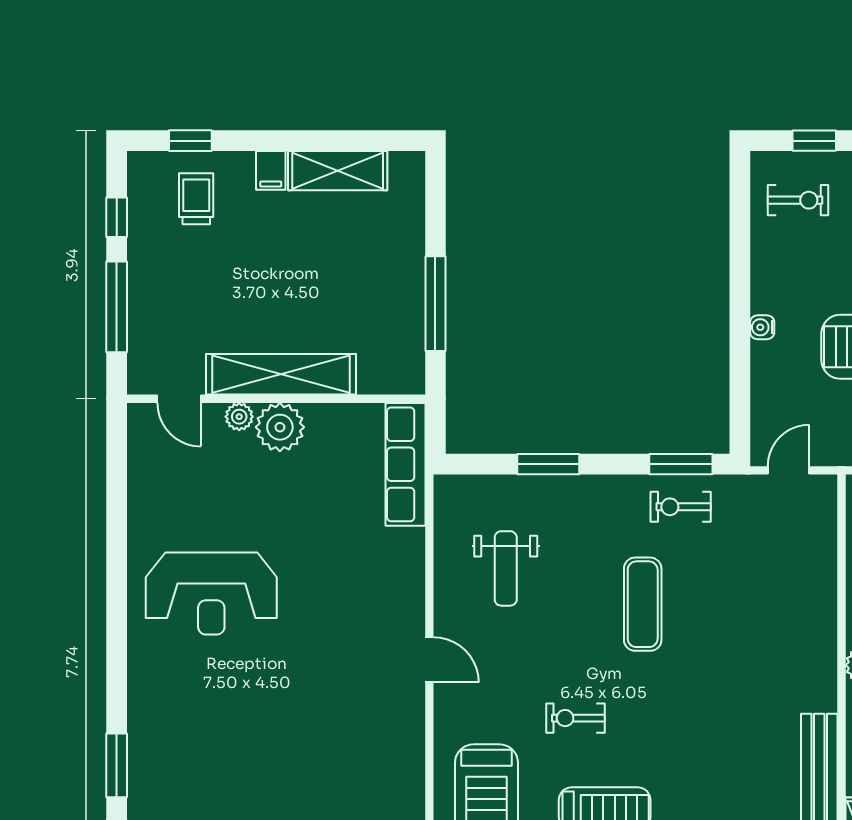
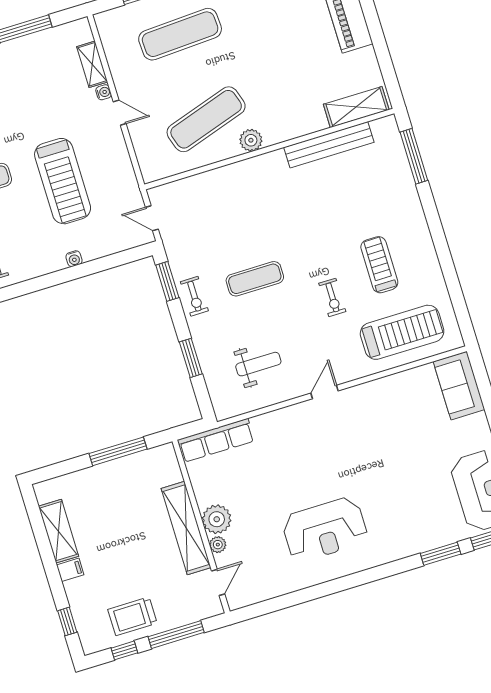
trolley: (196, 199) -> (132, 616), moved, width x1.36, depth x1.39
exercise bike: (681, 507) -> (194, 296), moved
reception desk: (211, 594) -> (325, 529), turned 90

